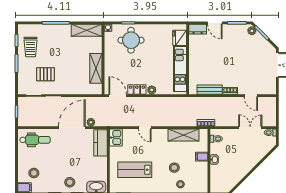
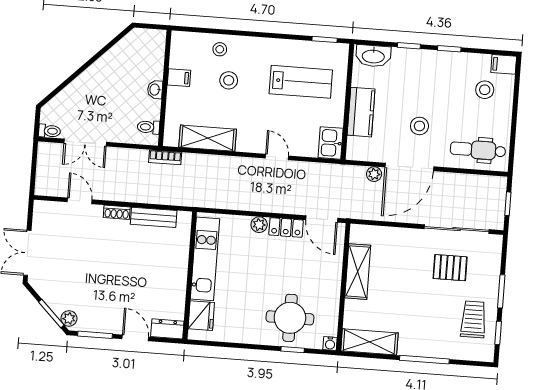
kitchen counter: (101, 143) -> (361, 112), moved
filing cabinet: (202, 157) -> (179, 78), moved
stool: (70, 182) -> (419, 126), moved

